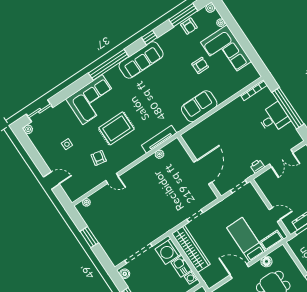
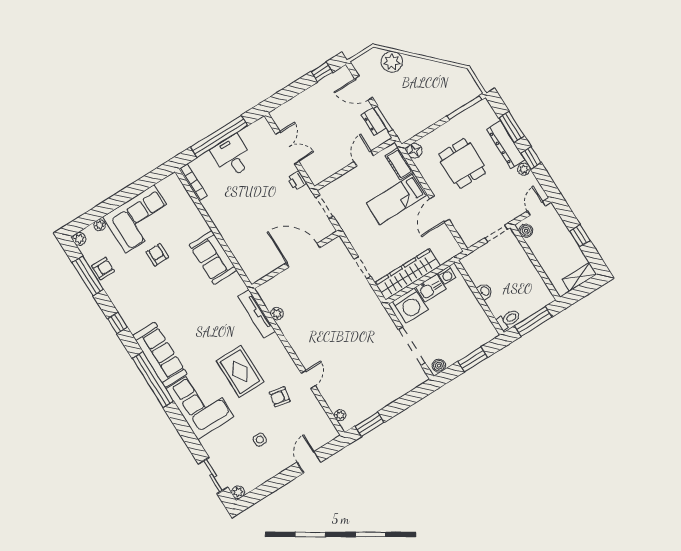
sofa: (141, 60) -> (160, 355), moved
window: (89, 237) -> (369, 424), moved
floor lamp: (266, 261) -> (414, 151), moved

